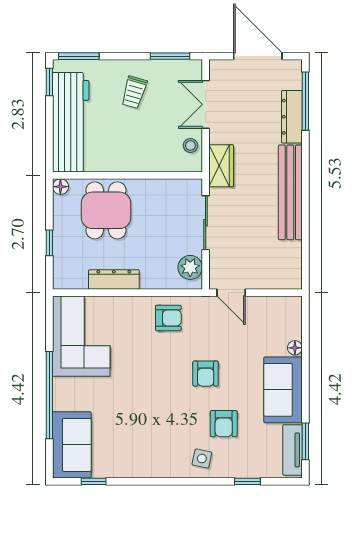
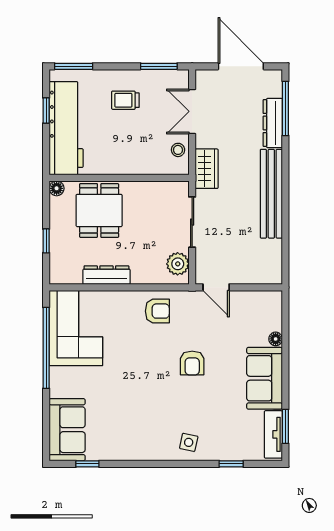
window: (49, 82) -> (46, 110), moved
trolley: (134, 92) -> (125, 100), turned 74
window: (49, 395) -> (46, 348), moved
armchair: (224, 424) -> (209, 410), removed

